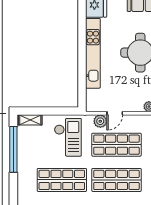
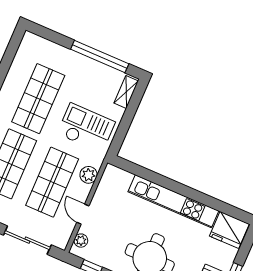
door: (115, 113) -> (83, 214), moved
checkout: (68, 137) -> (86, 128), turned 180

